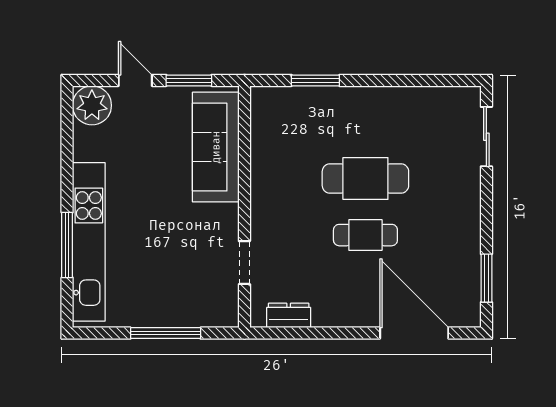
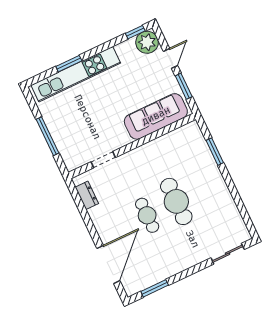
window: (67, 116) -> (135, 32), added
window: (67, 245) -> (69, 64), width x0.69

